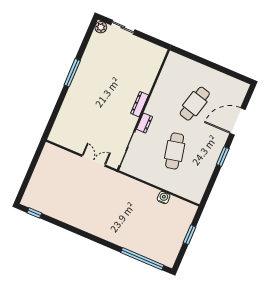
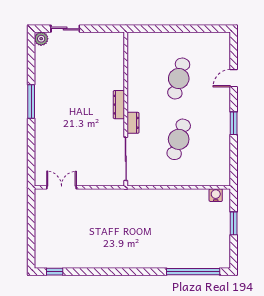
door: (238, 121) -> (234, 78), width x0.53
cafe table: (175, 151) -> (179, 139), turned 30
double door: (94, 161) -> (62, 187), moved
water cooler: (164, 198) -> (216, 195), moved

